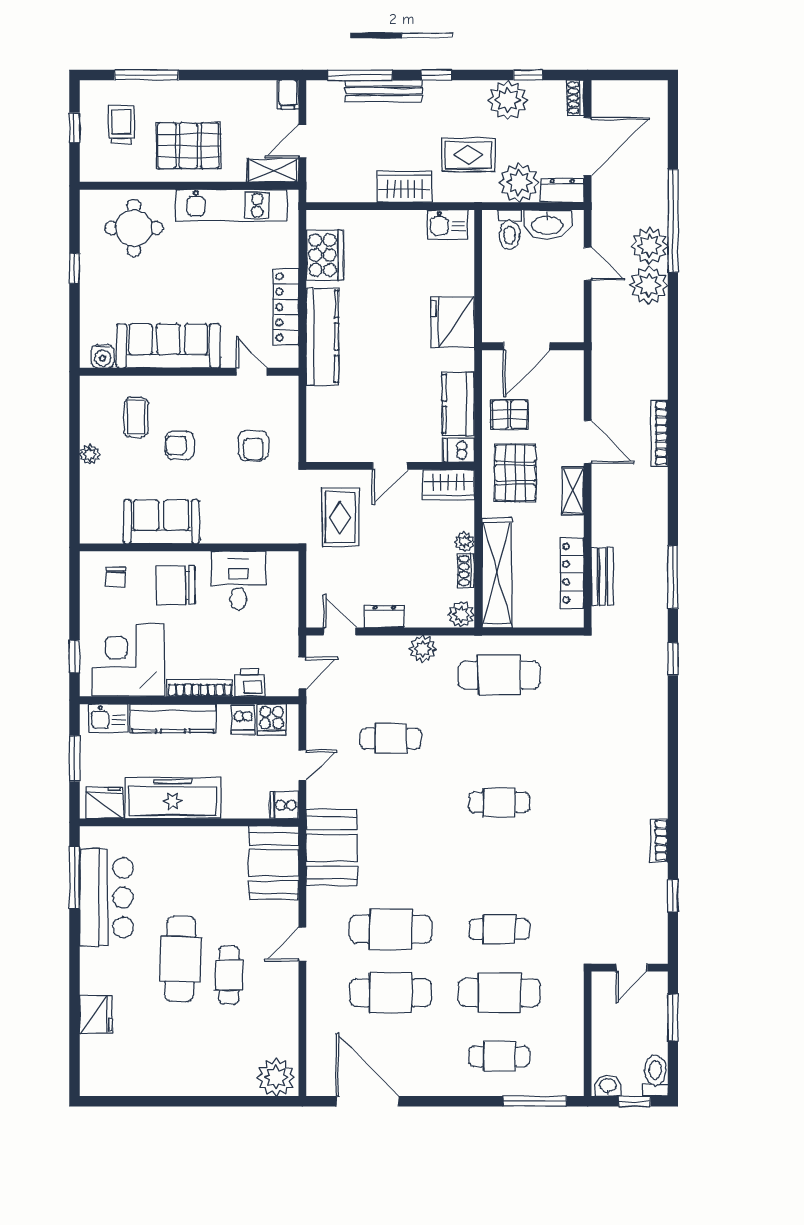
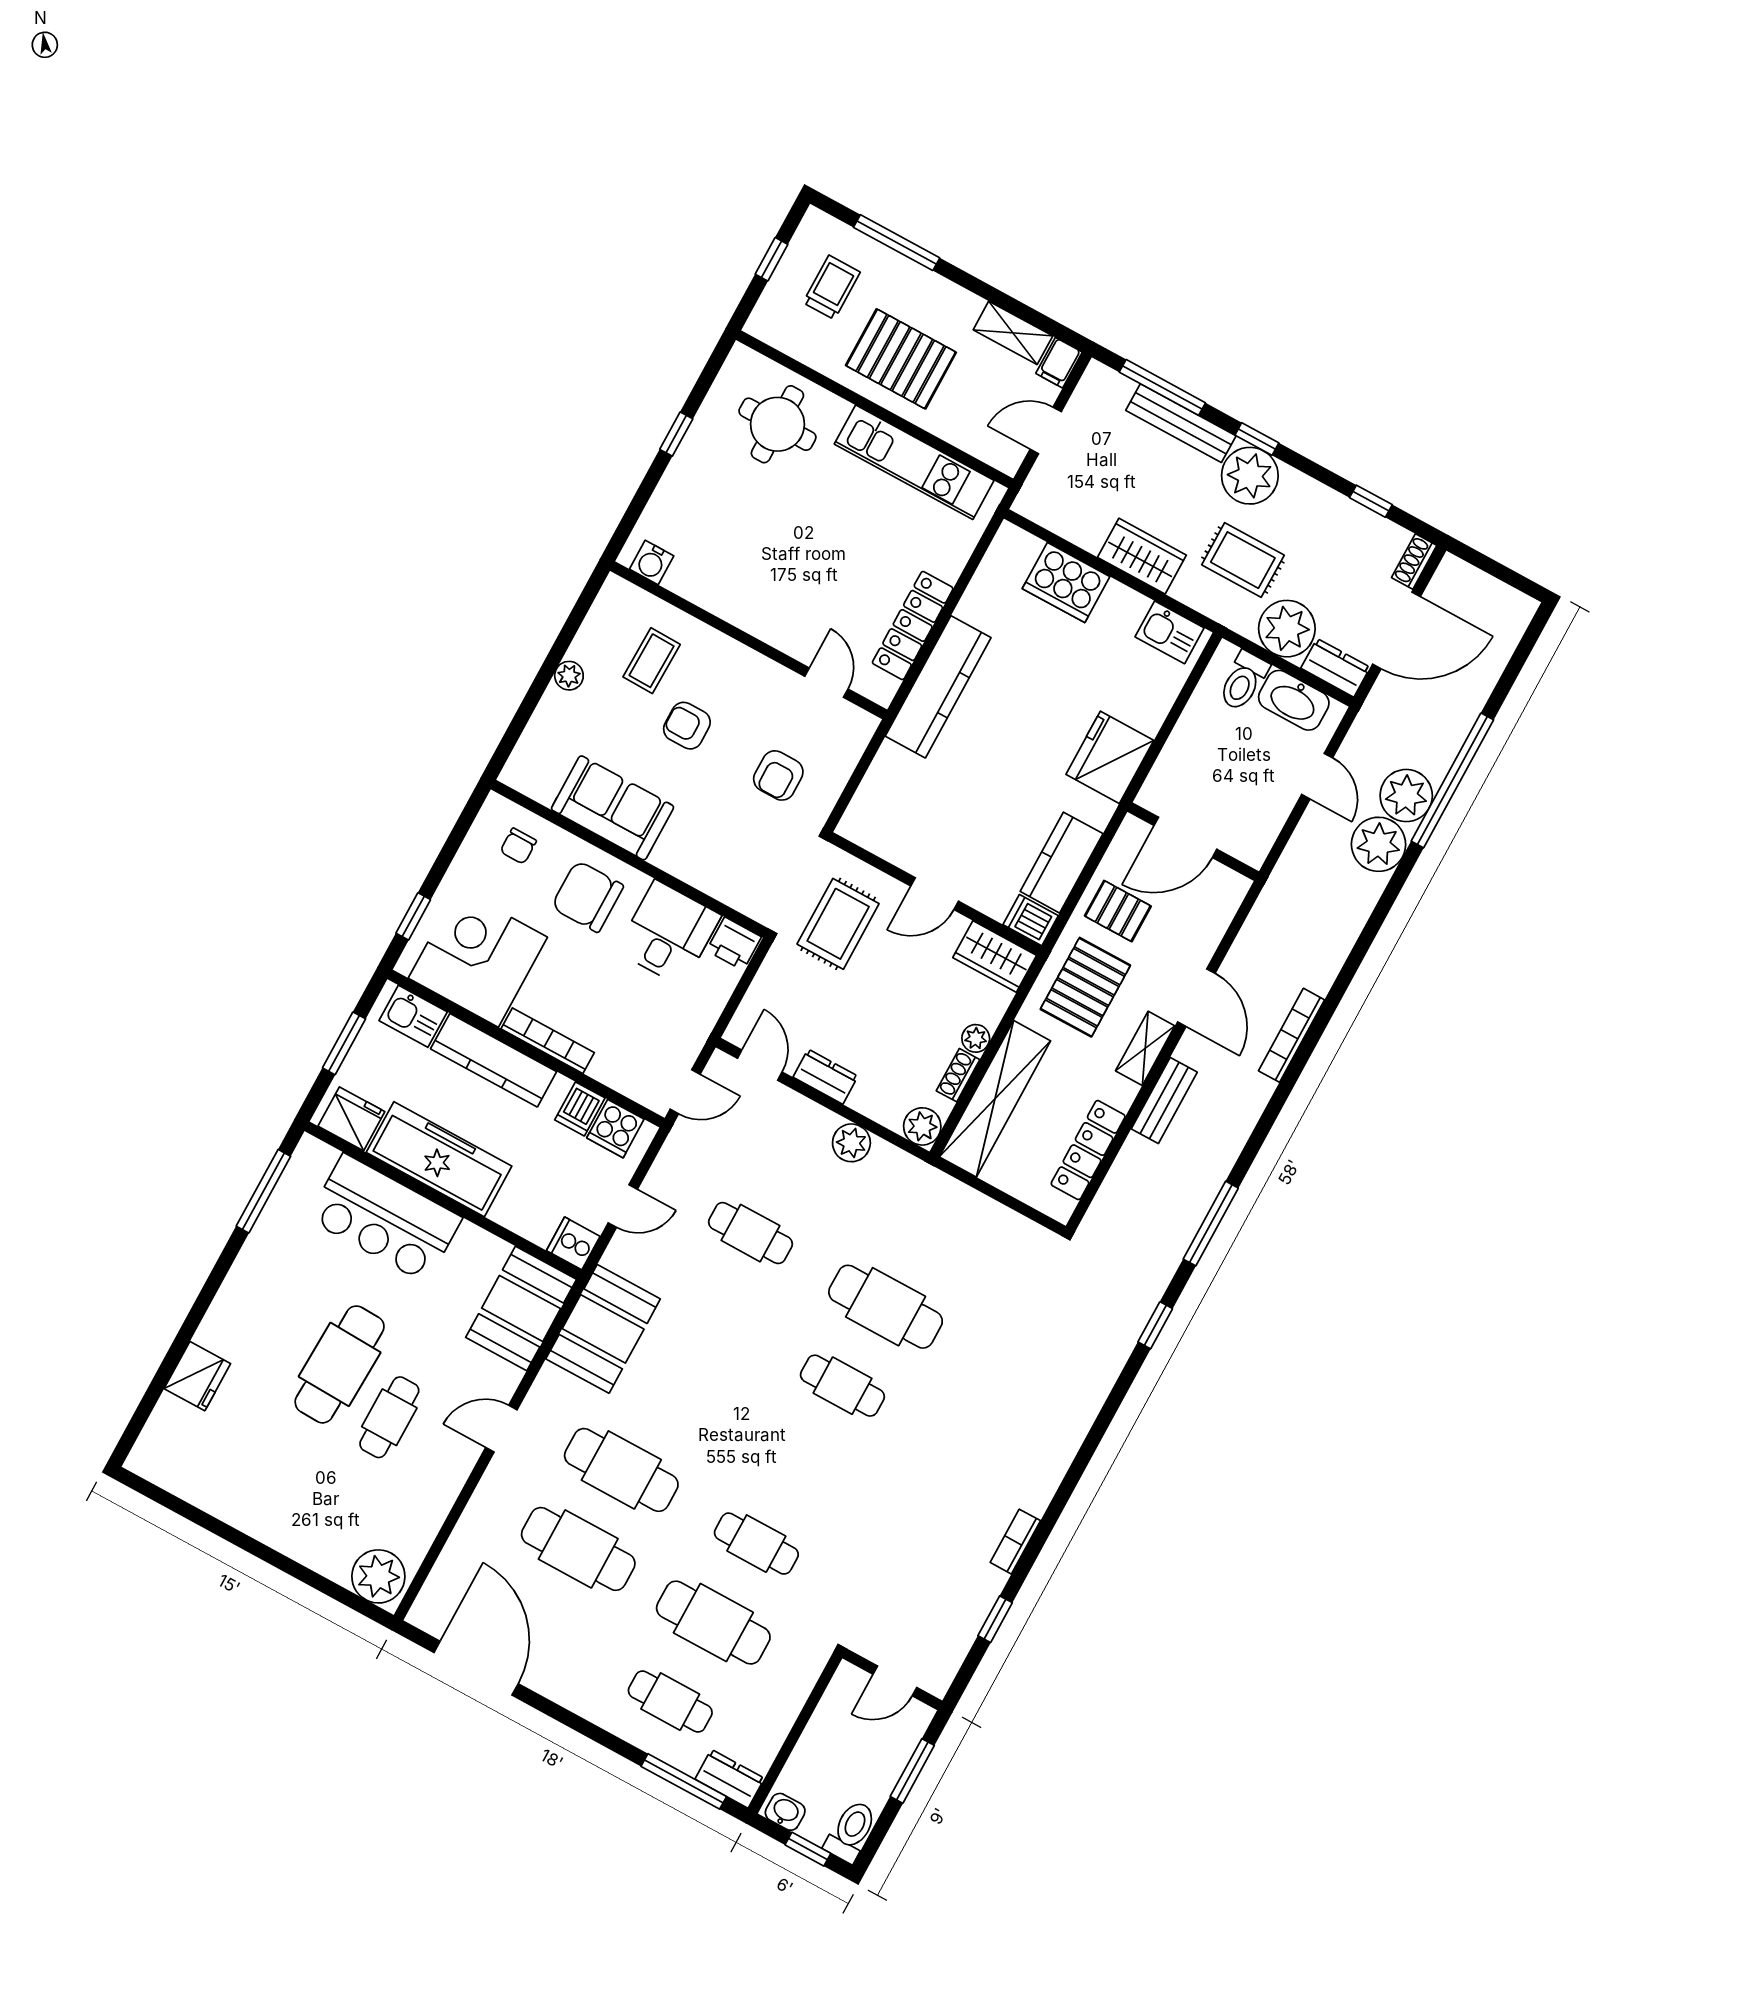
plant: (508, 100) -> (1250, 476), moved
shelving: (273, 170) -> (1013, 333), moved
cooker: (325, 255) -> (1066, 583), moved, turned 90
sofa: (168, 346) -> (740, 594), removed
bench: (602, 577) -> (1164, 1100), moved
cafe table: (499, 675) -> (886, 1307), moved
printer: (250, 683) -> (734, 944), moved, turned 180
bar counter: (106, 898) -> (385, 1218), moved, turned 90
dresser: (562, 1084) -> (730, 1779), added

